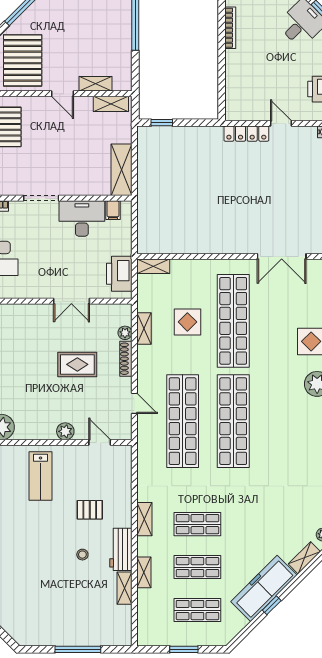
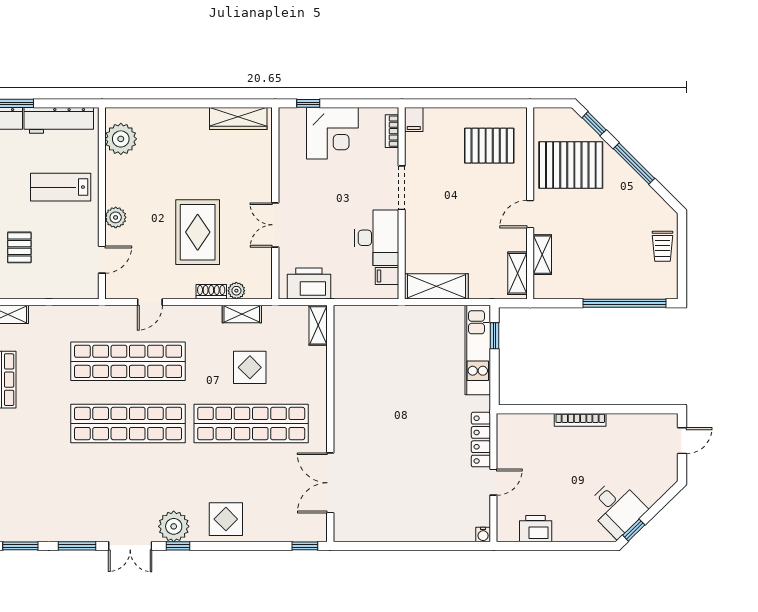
bookcase: (230, 28) -> (580, 420), moved
kitchen unit: (173, 136) -> (478, 350), added
shoe rack: (126, 359) -> (211, 292), width x0.70
rug: (77, 364) -> (198, 232), width x1.36, depth x1.43

